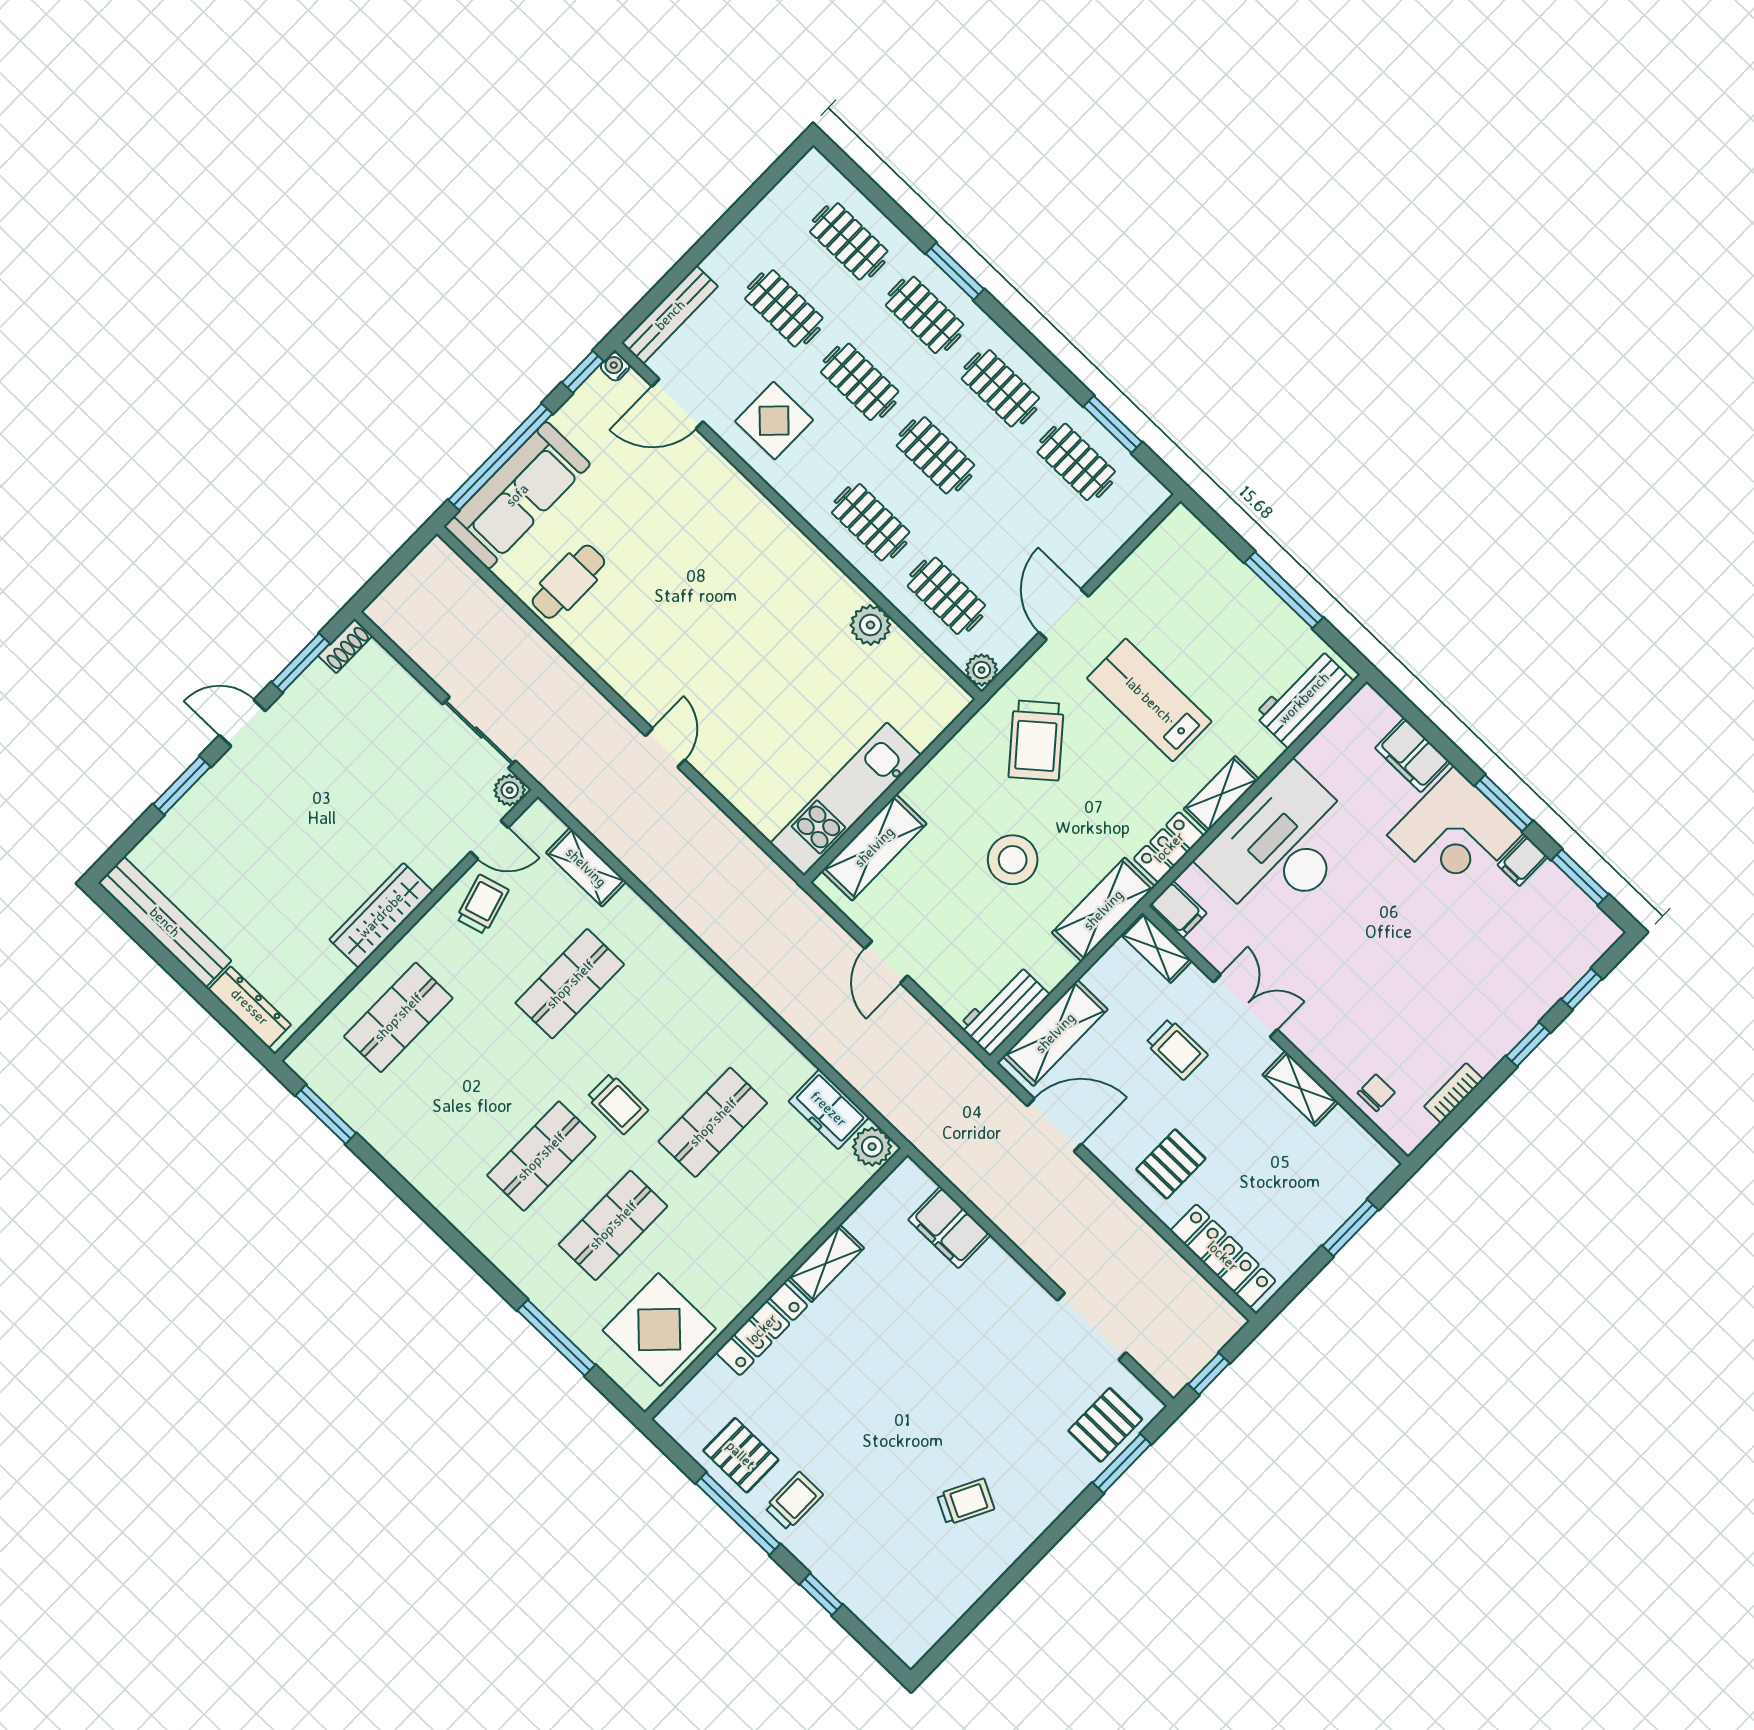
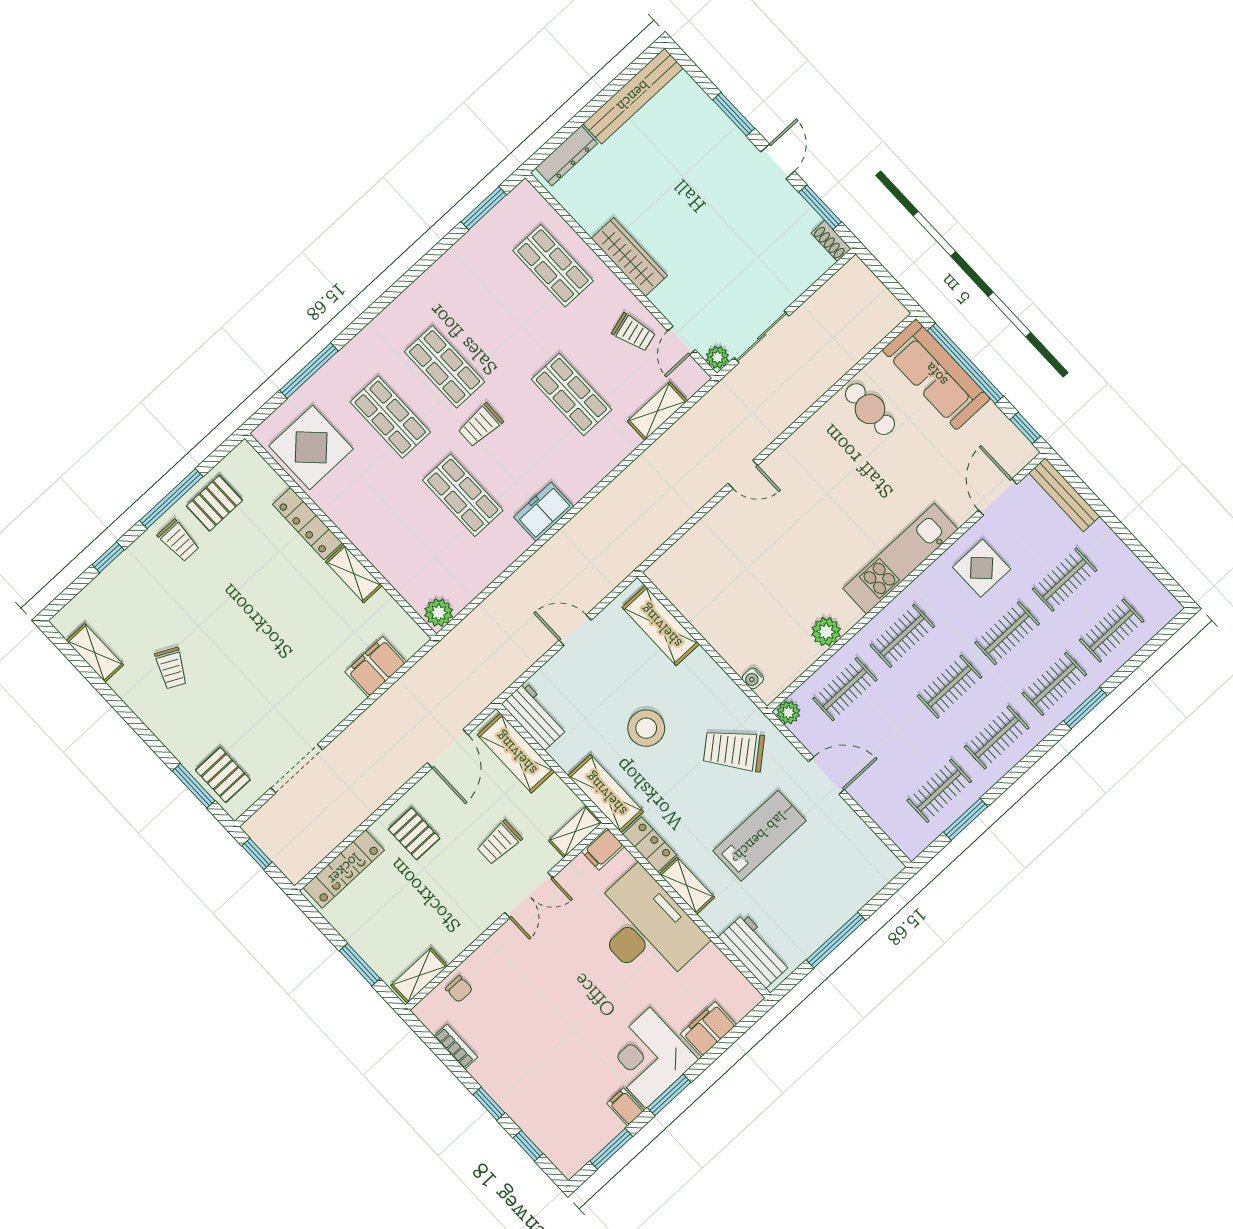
water cooler: (615, 366) -> (753, 678), moved, turned 180
kitchen unit: (845, 799) -> (900, 559), moved, turned -90
shelving: (1300, 1089) -> (419, 976), moved
freezer: (829, 1109) -> (544, 512), moved
shelving: (950, 1605) -> (95, 653), added

